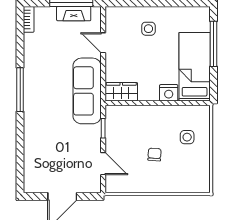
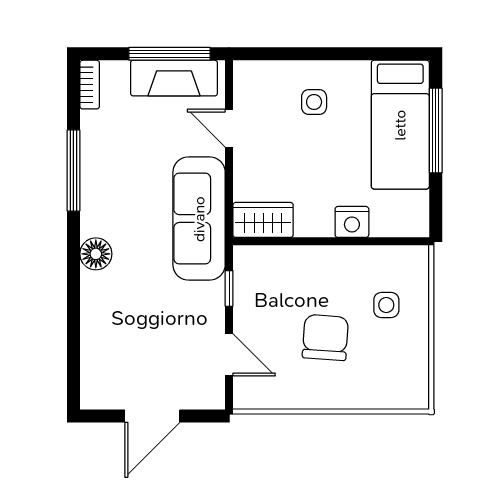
fireplace: (74, 14) -> (174, 78), width x1.37, depth x1.32
bed: (195, 67) -> (400, 125), moved, turned 180
window: (20, 90) -> (73, 171), moved
floor lamp: (32, 110) -> (96, 254), added
chair: (155, 154) -> (325, 338), width x1.87, depth x1.87

